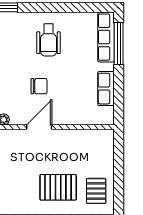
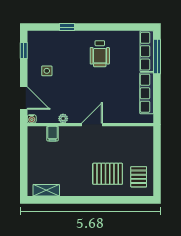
chair: (39, 86) -> (92, 91), removed
row of seats: (106, 89) -> (147, 93), width x1.48

